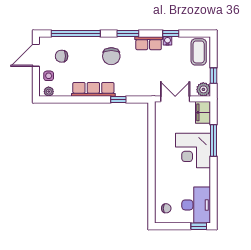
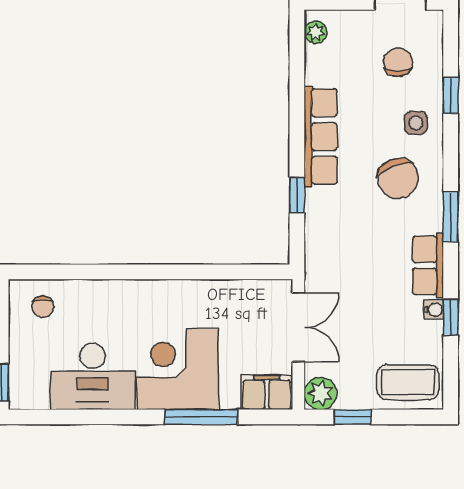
window: (76, 34) -> (451, 95), width x0.32
chair: (111, 56) -> (398, 178), turned -112
side table: (49, 76) -> (416, 123), moved
desk: (196, 205) -> (93, 377), moved

